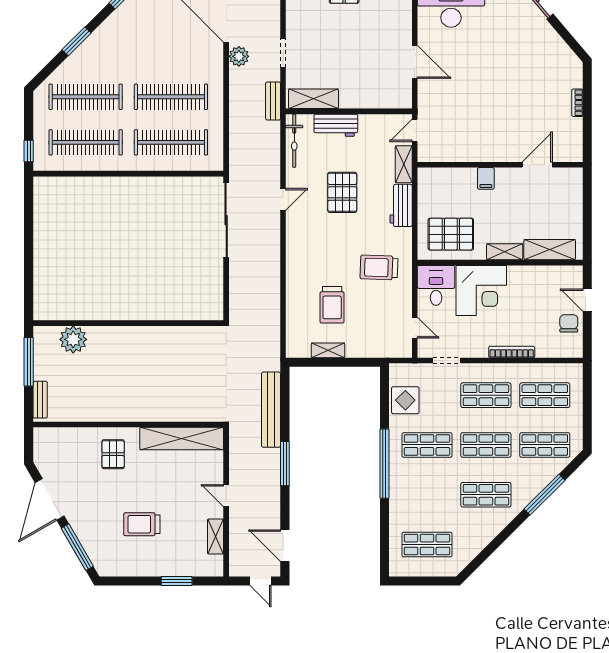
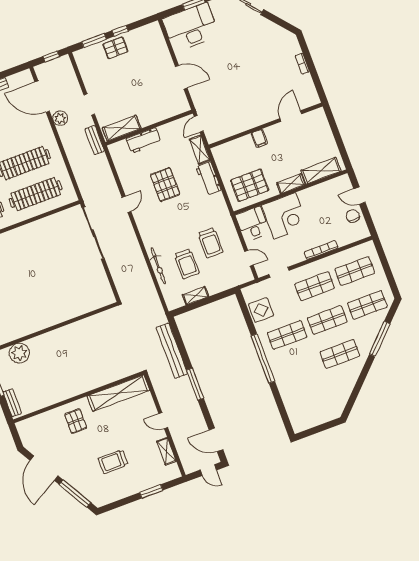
bicycle: (294, 141) -> (158, 266), moved
trolley: (379, 268) -> (210, 243), moved, turned -92
shop shelf: (427, 545) -> (312, 403), removed

